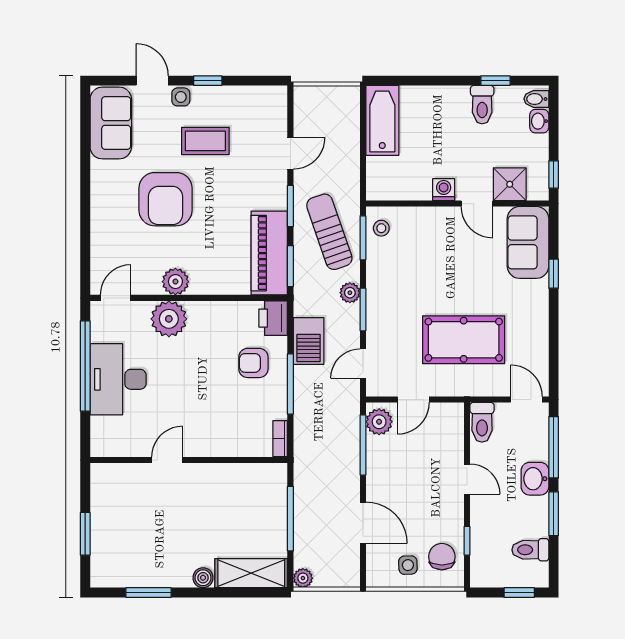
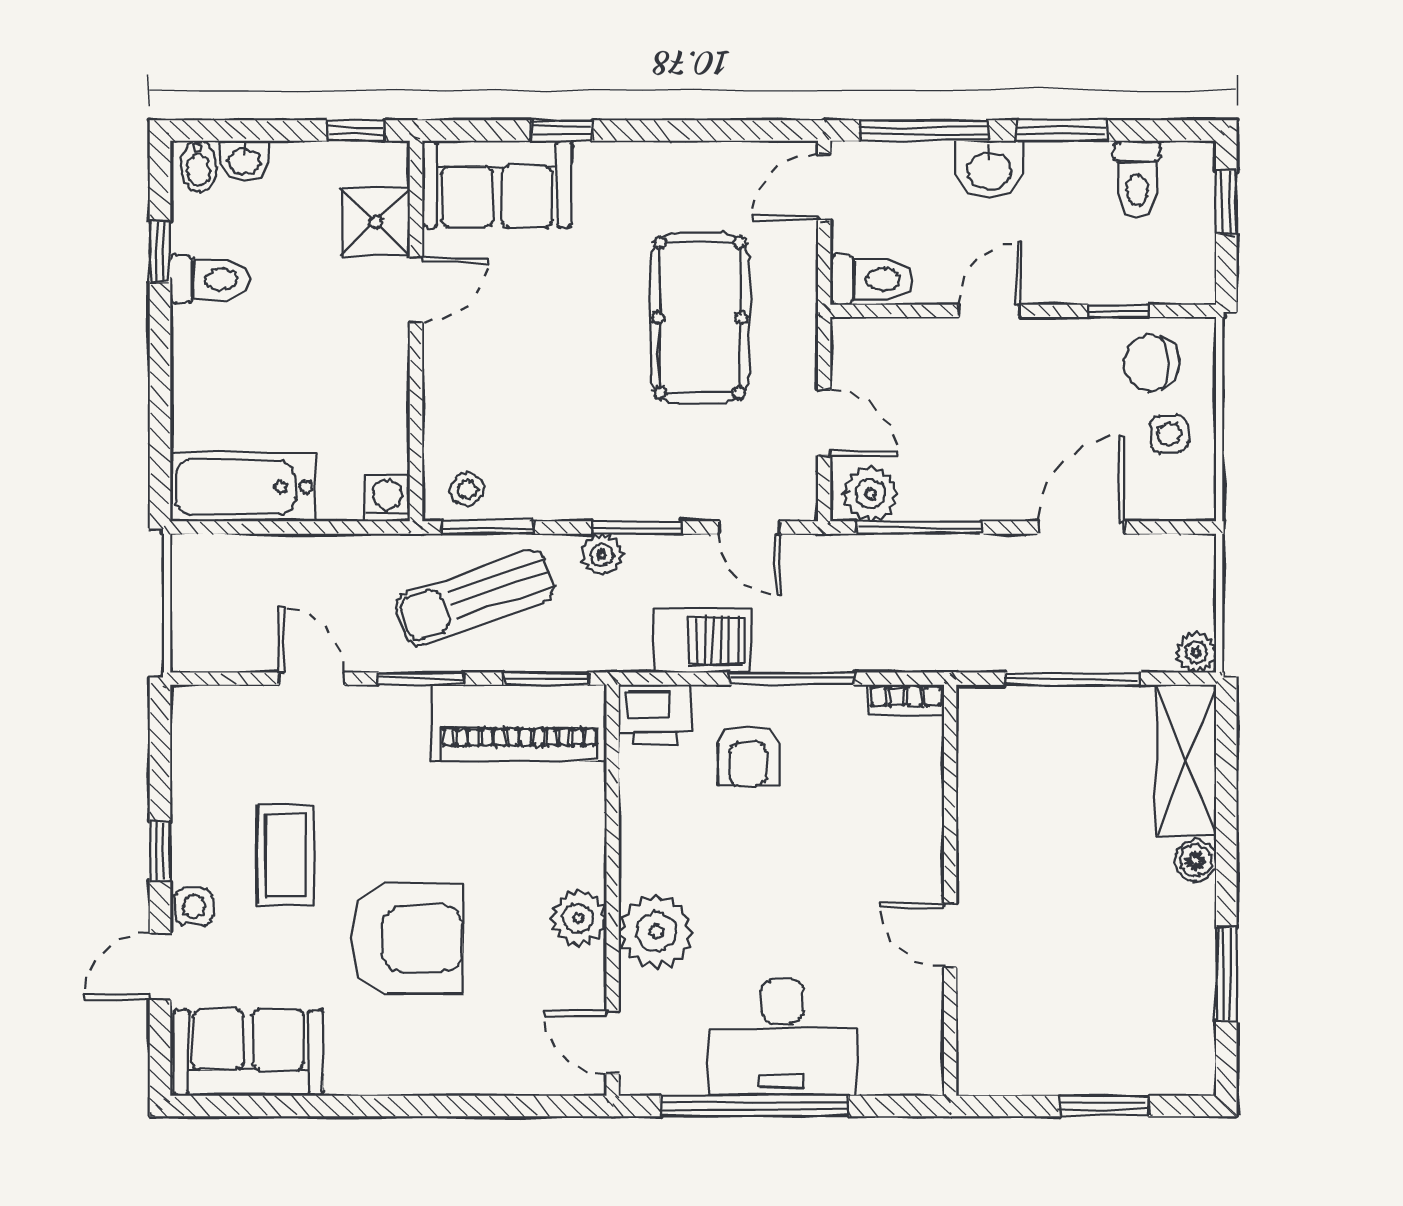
washing machine: (444, 190) -> (387, 499), moved, turned 90

